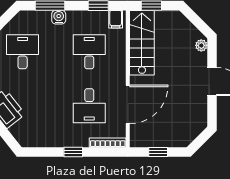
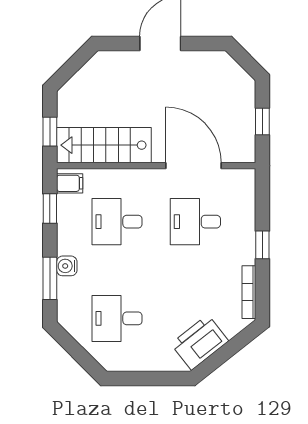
plant: (201, 45) -> (108, 59), removed
desk: (89, 106) -> (195, 222), turned 180
bookcase: (108, 143) -> (249, 292), moved

